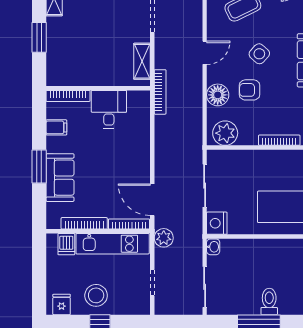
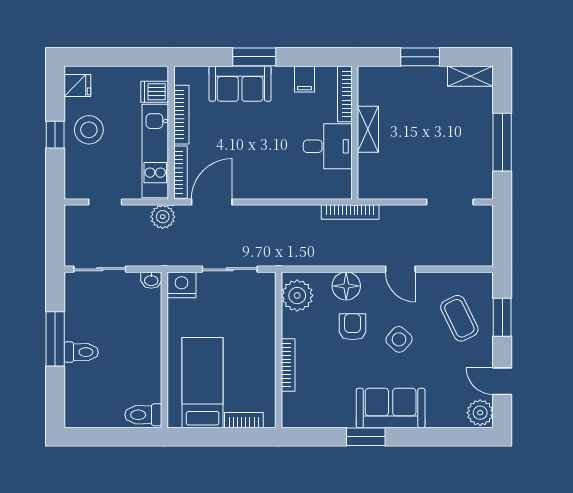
shelving: (142, 61) -> (368, 129), moved, turned 90

